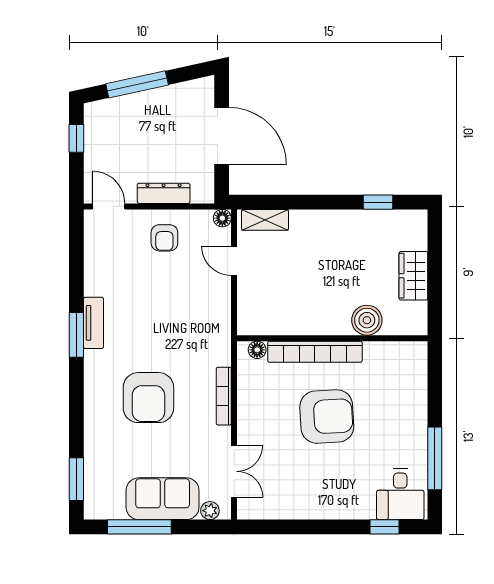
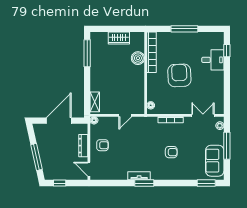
window: (378, 202) -> (87, 53), width x2.17
door: (109, 206) -> (89, 169), hinge flipped
door: (234, 261) -> (125, 115), moved
bookcase: (315, 352) -> (152, 52), moved
armchair: (148, 398) -> (171, 152), width x0.53, depth x0.53
window: (435, 458) -> (184, 29), moved
desk: (400, 494) -> (213, 60), moved
sofa: (163, 499) -> (215, 161), moved
window: (139, 527) -> (227, 146), moved

